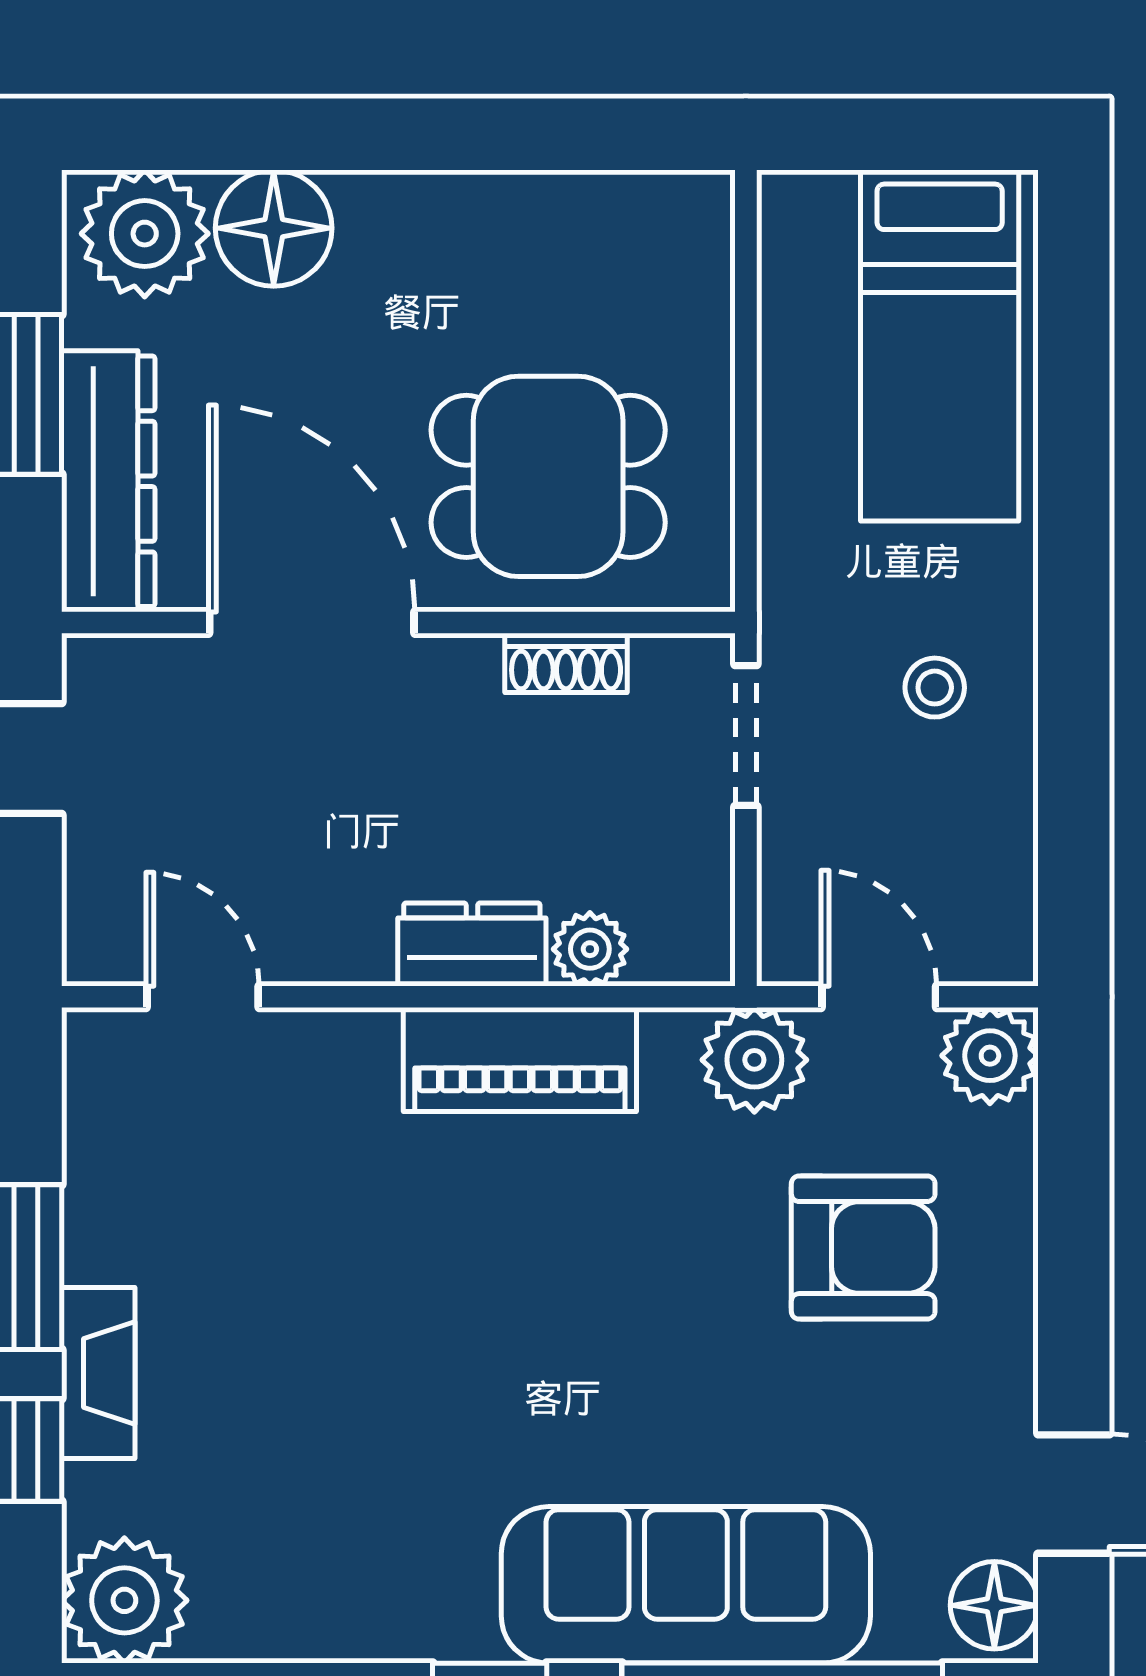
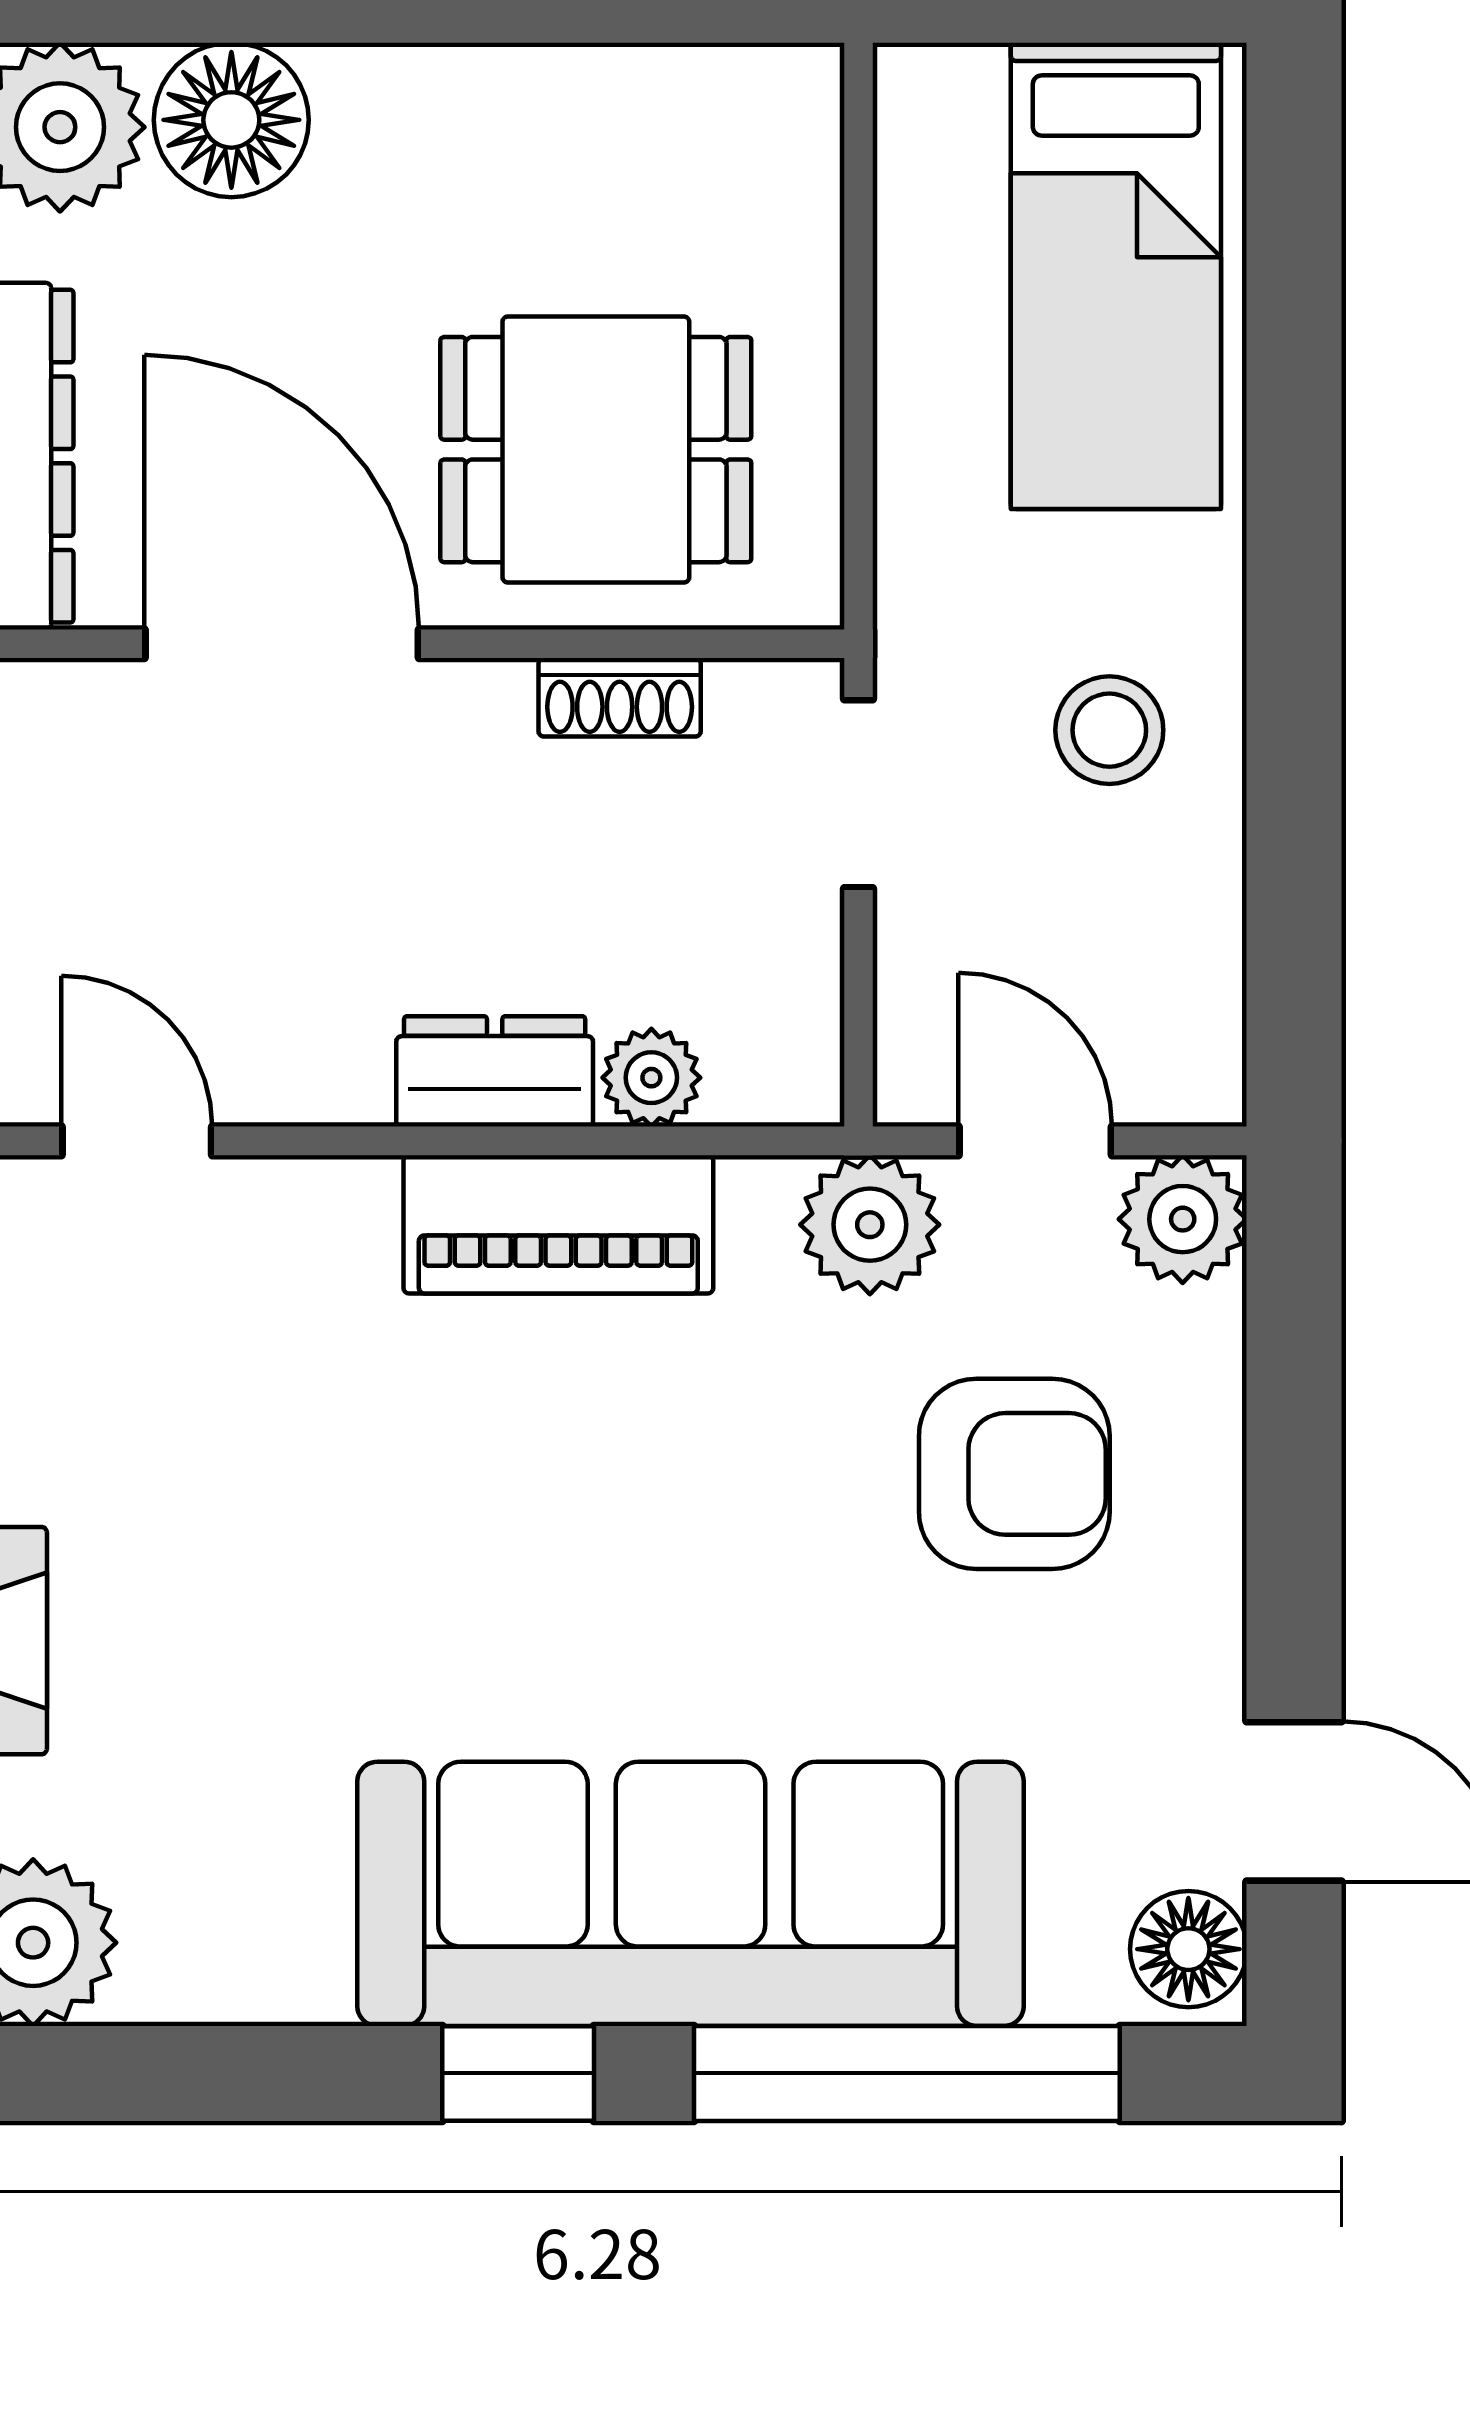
stool: (935, 688) -> (1109, 730), width x1.37, depth x1.37
sofa: (686, 1585) -> (691, 1894), width x1.36, depth x1.27

